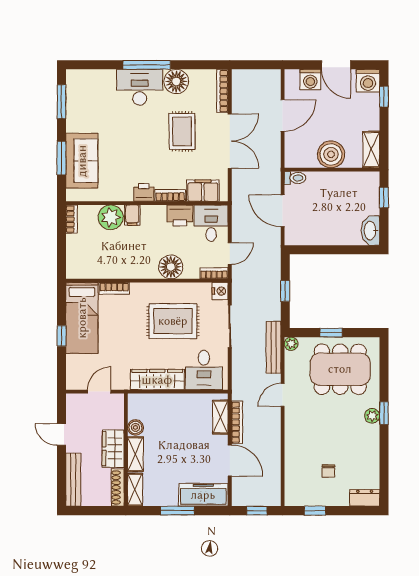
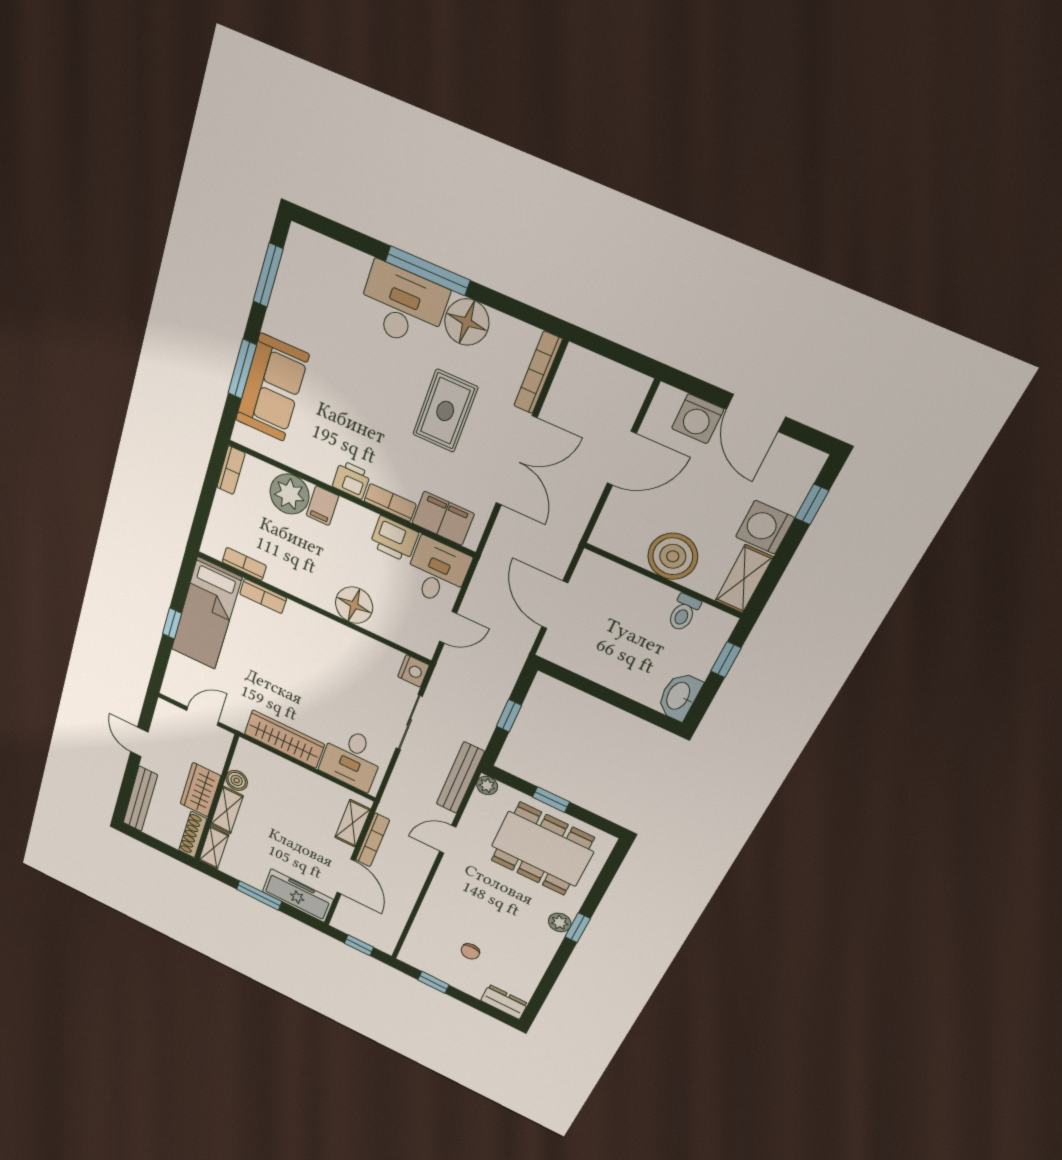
washing machine: (368, 81) -> (765, 527), moved, turned 90
toilet: (295, 178) -> (684, 613), moved, turned 90
bookcase: (214, 273) -> (244, 564), moved
rug: (173, 321) -> (331, 678), removed

